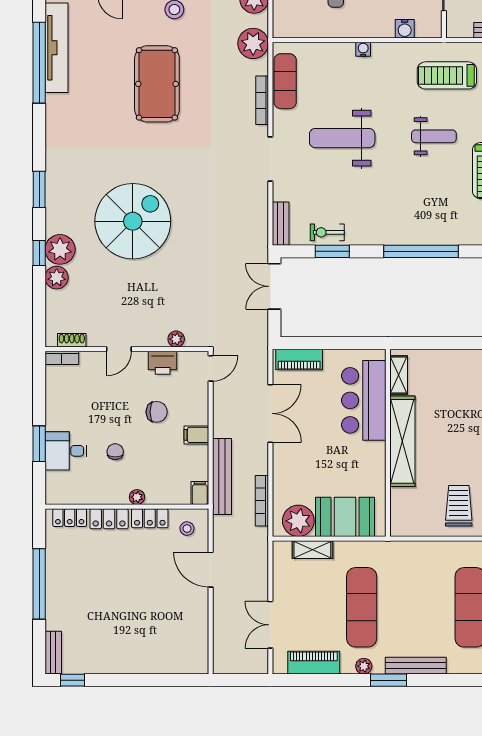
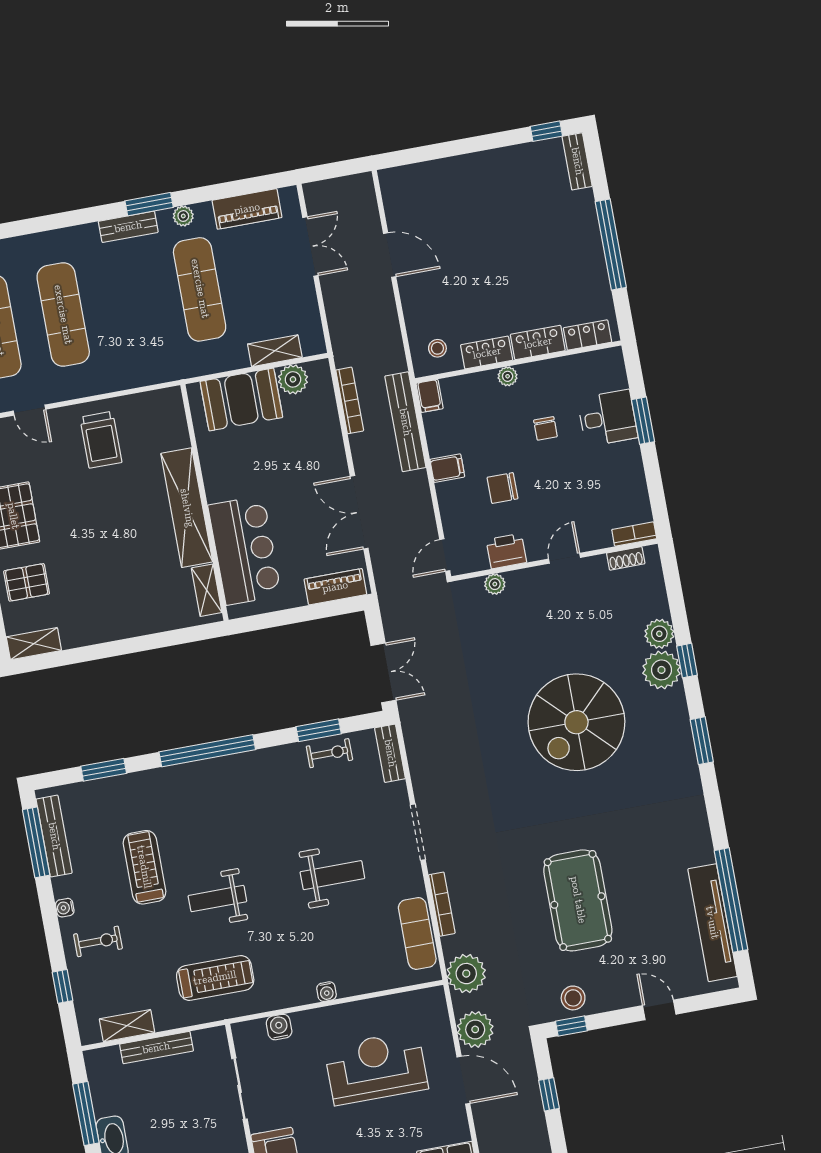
weight bench: (342, 138) -> (332, 875), width x0.73, depth x0.75
plant: (298, 521) -> (293, 379), width x0.73, depth x0.73
door: (211, 570) -> (390, 255), moved
bench: (416, 666) -> (128, 227), width x0.73

